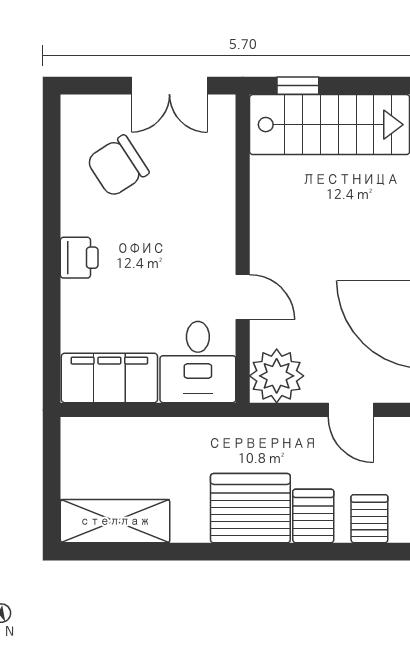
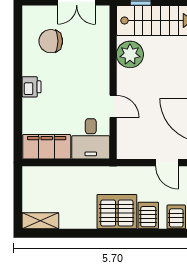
chair: (118, 166) -> (51, 41), turned 33
plant: (277, 376) -> (130, 54), moved
shelving: (115, 521) -> (40, 221), width x0.67, depth x0.75

